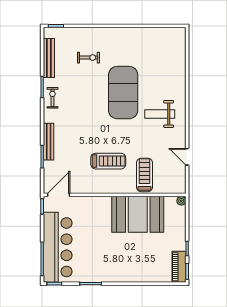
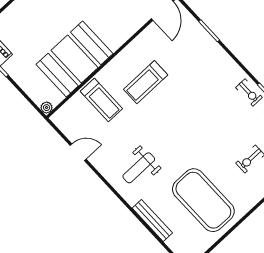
exercise mat: (123, 93) -> (203, 200), moved
weight bench: (160, 114) -> (139, 168), turned 180
bench: (49, 142) -> (152, 221), moved

